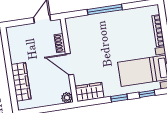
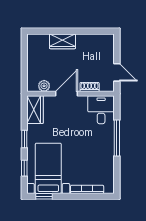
desk: (80, 29) -> (101, 110), added
wardrobe: (21, 82) -> (62, 41), width x0.67
plant: (67, 98) -> (44, 86), moved

